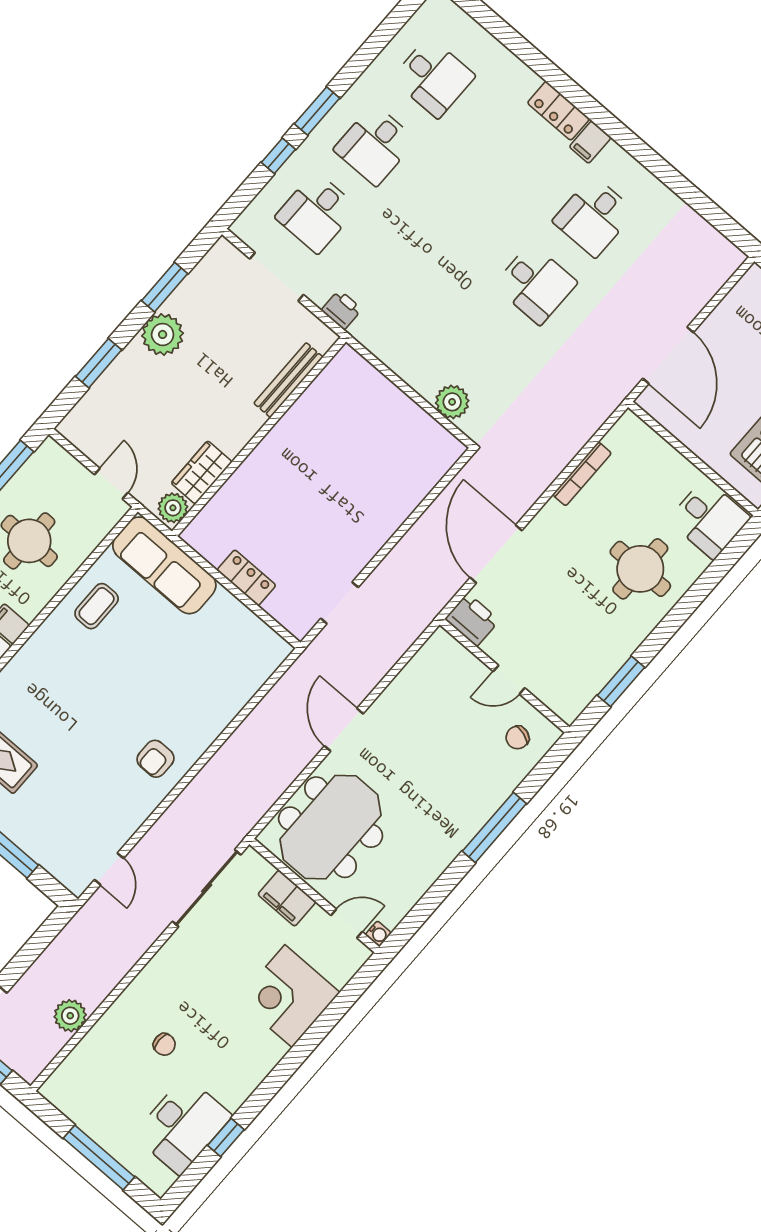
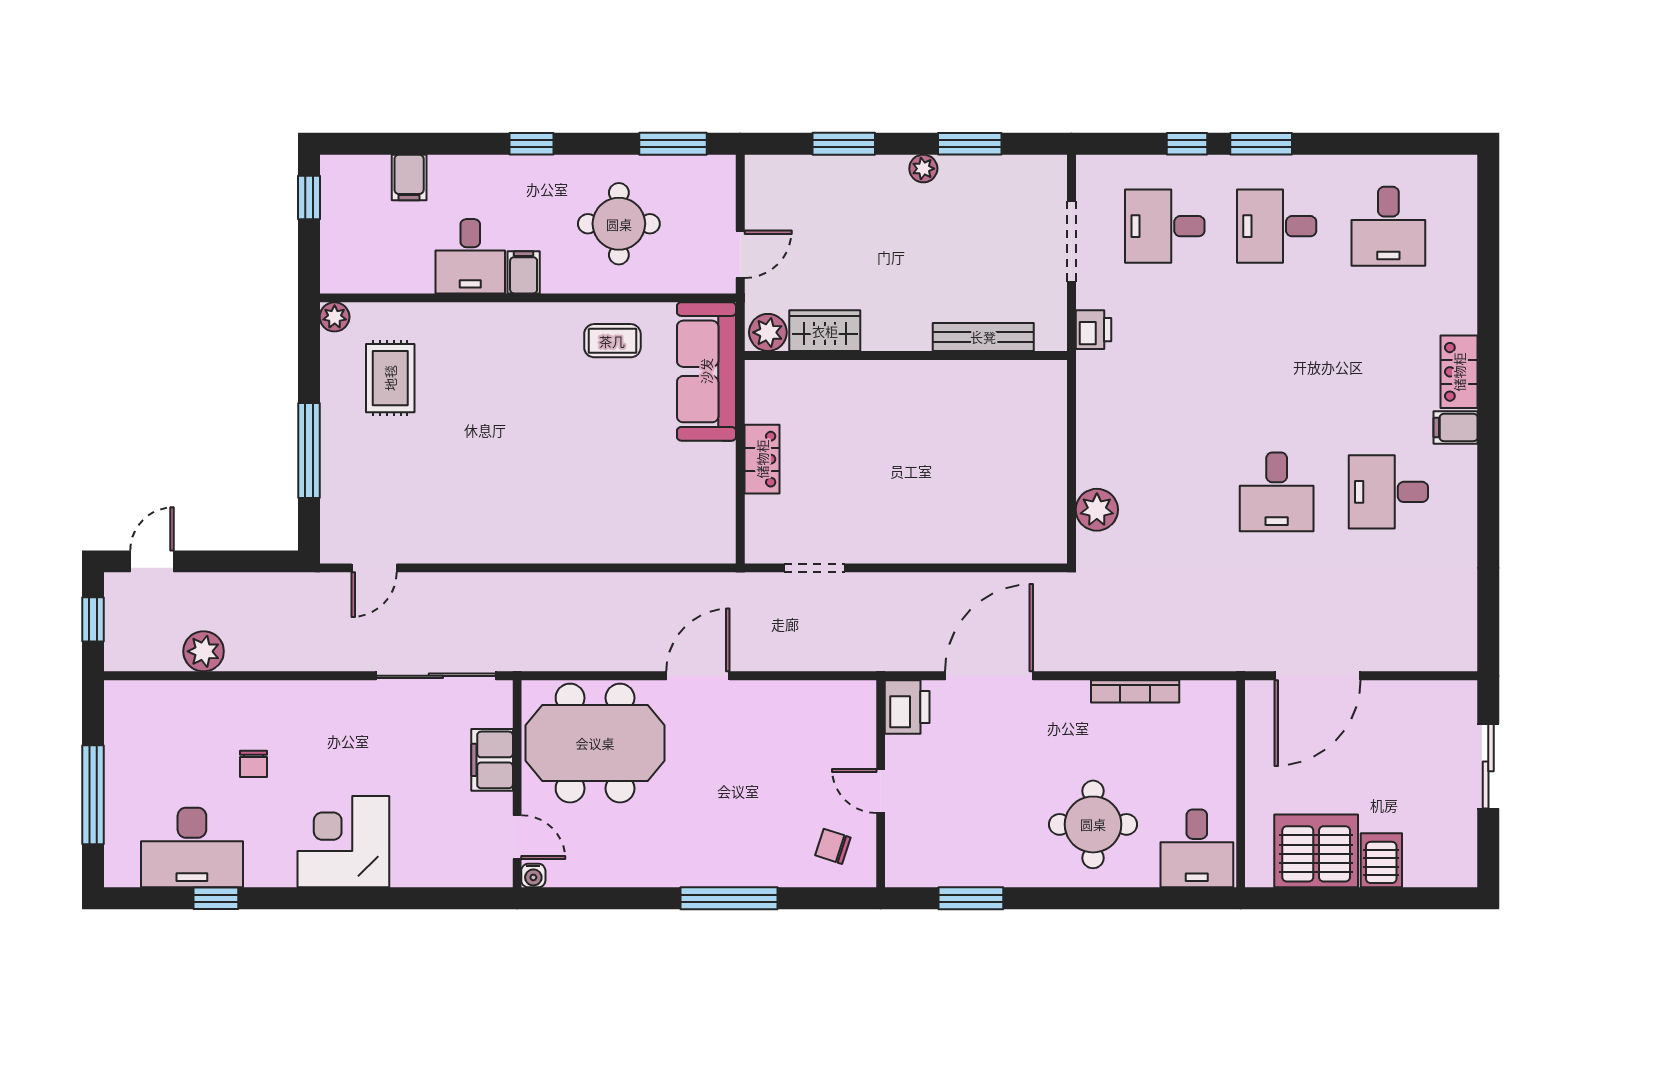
plant: (163, 334) -> (923, 169), width x0.53, depth x0.53
armchair: (155, 759) -> (516, 521), removed
corner desk: (288, 996) -> (343, 842), moved

